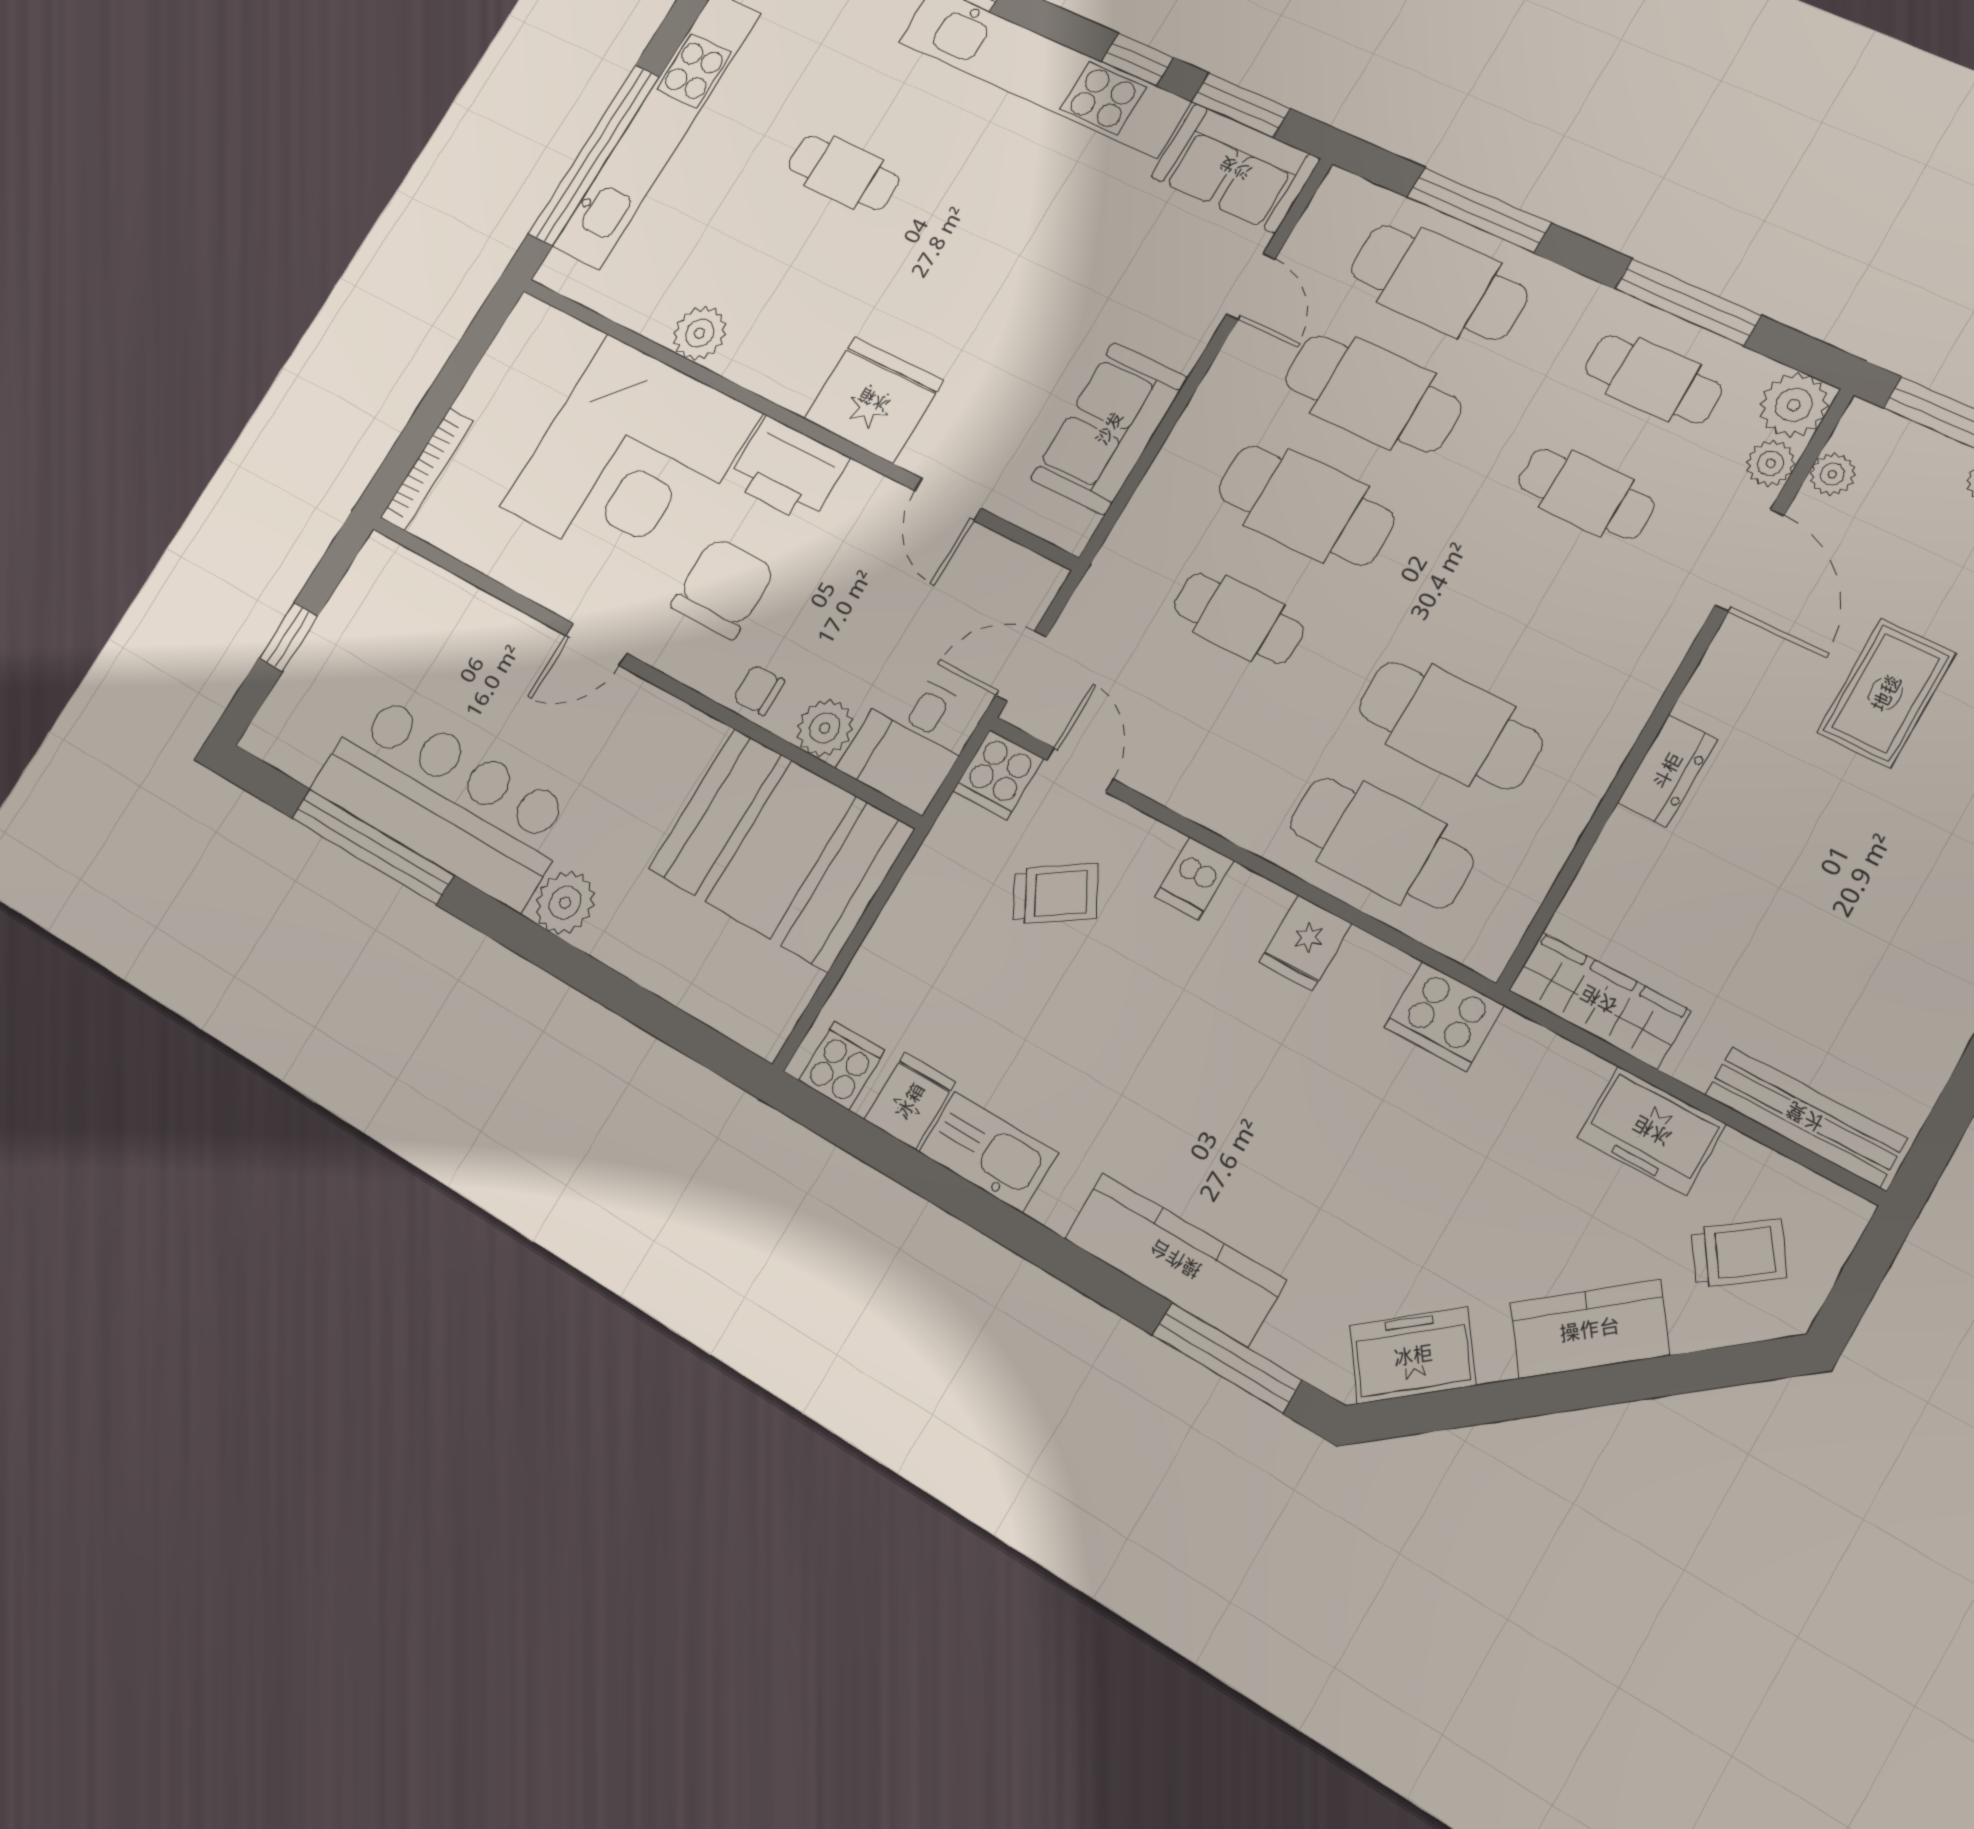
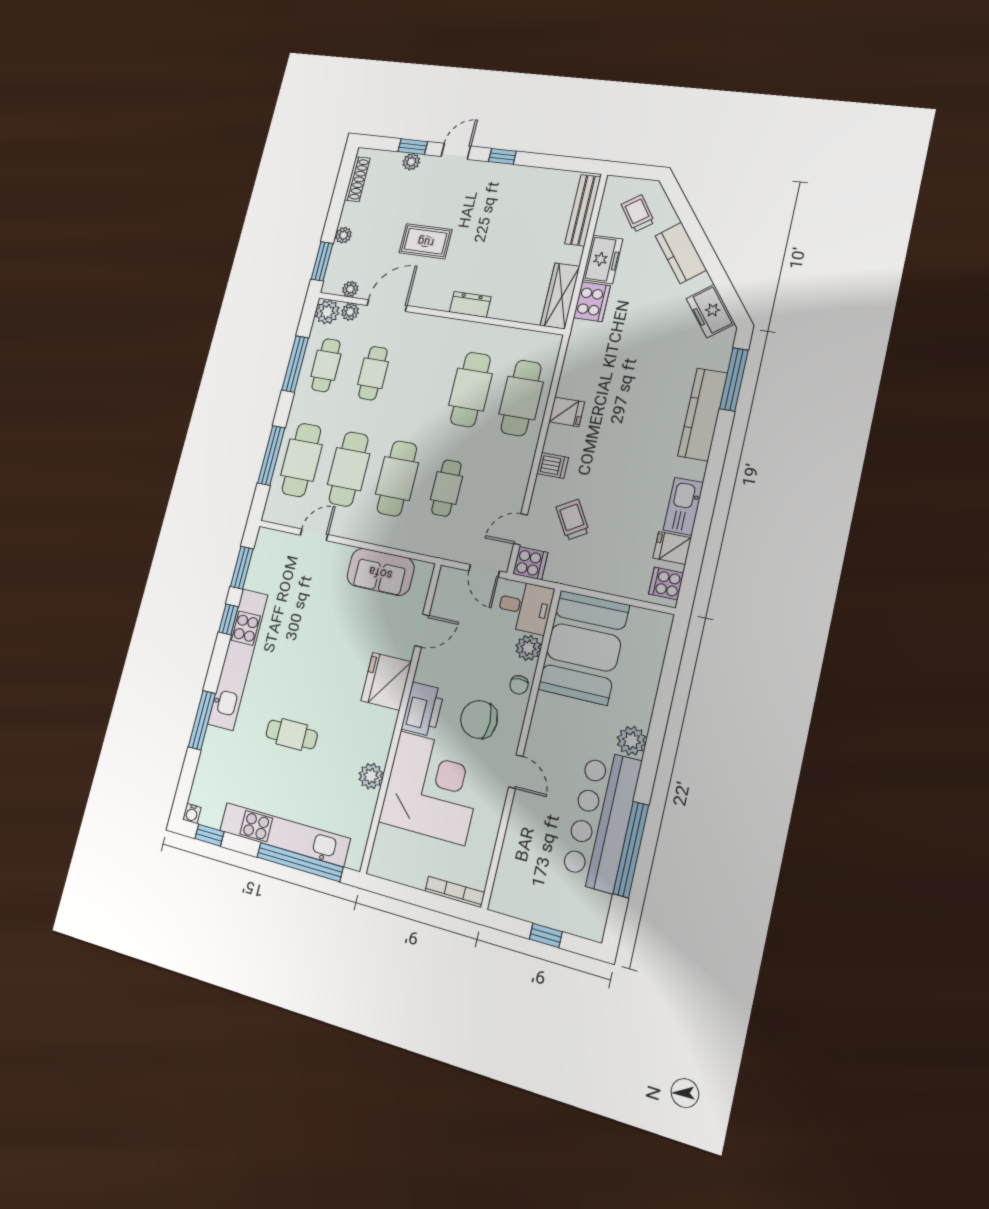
sofa: (1235, 168) -> (267, 560), removed
cafe table: (844, 173) -> (292, 734), turned 90
cooker: (1444, 1016) -> (592, 302), moved

